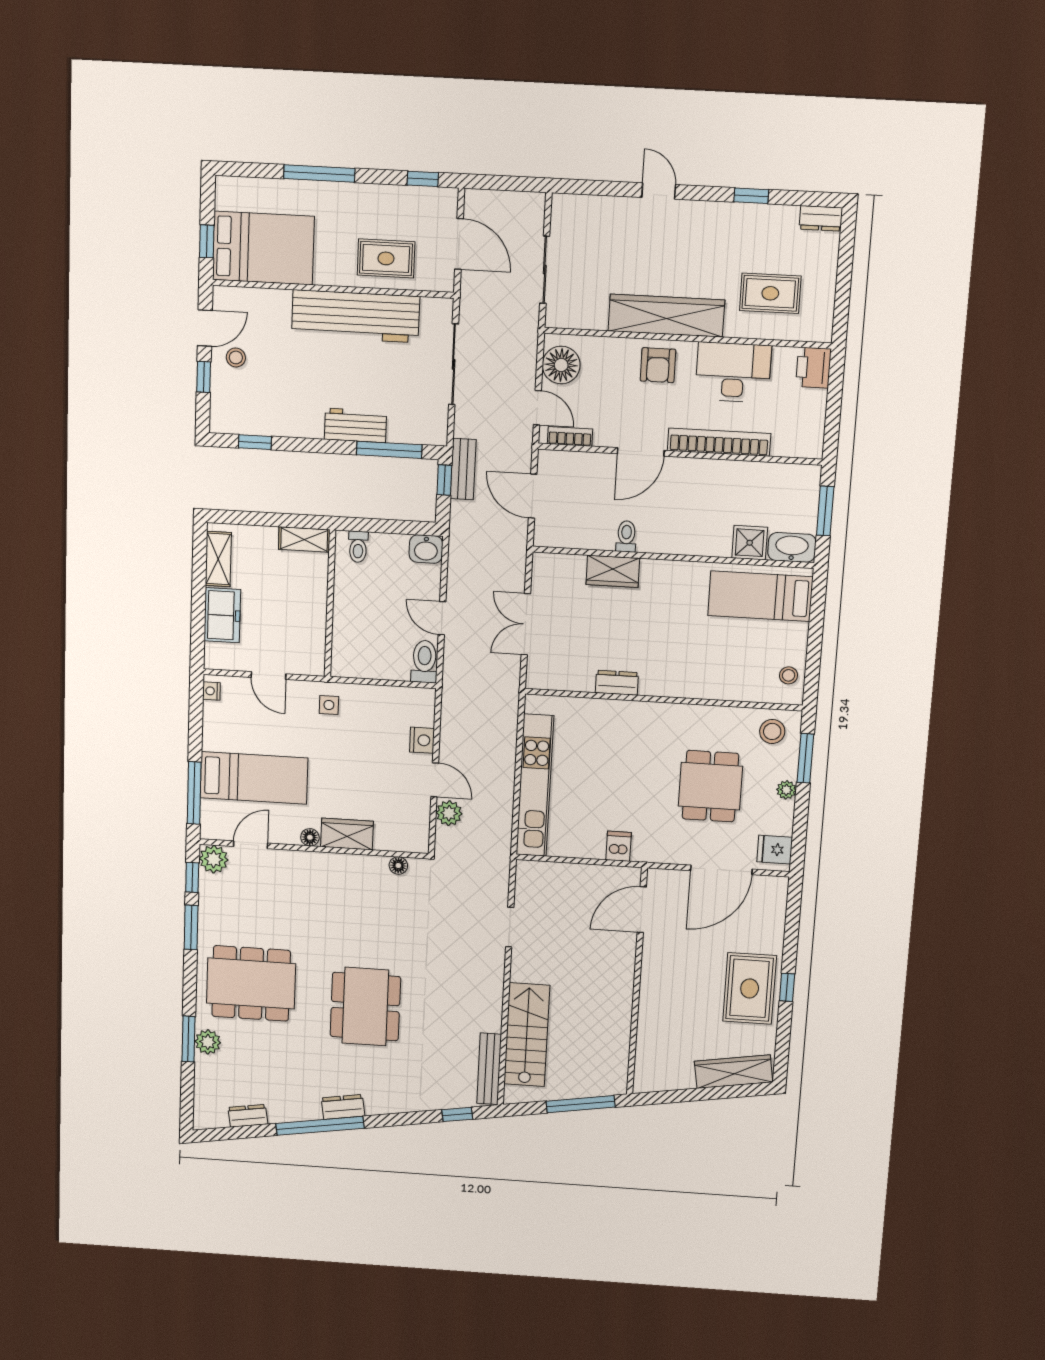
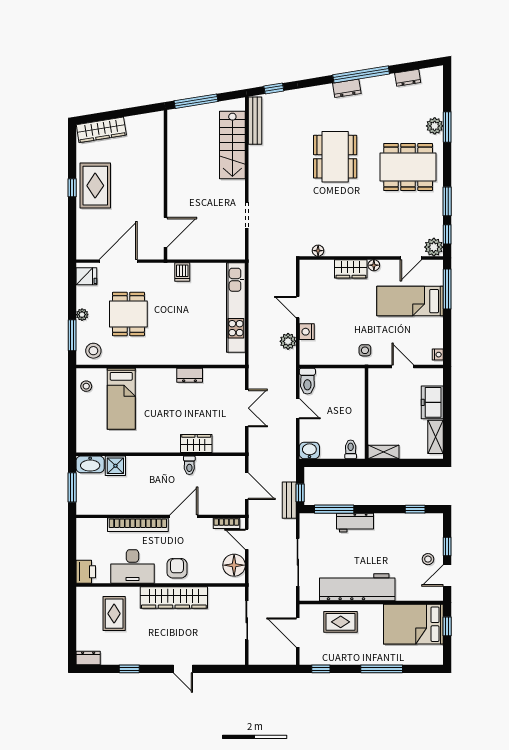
rug: (770, 293) -> (114, 614), turned 90
bed: (760, 596) -> (121, 399), moved, turned 90
plant: (449, 813) -> (288, 341), moved

